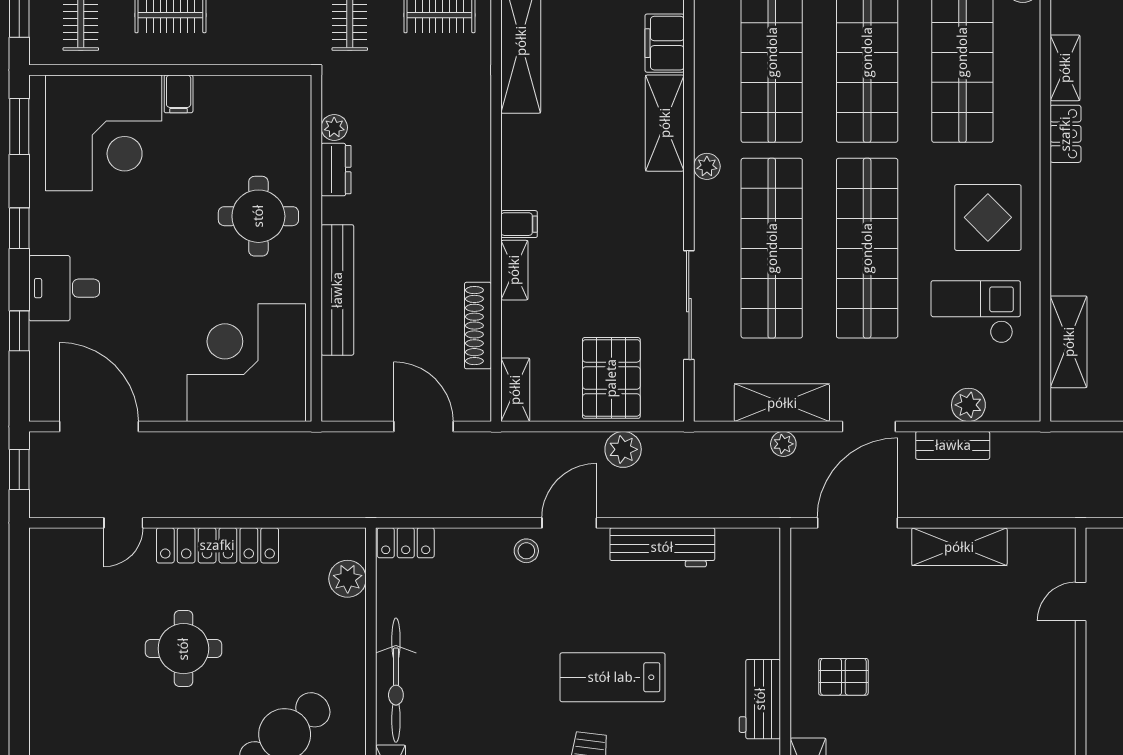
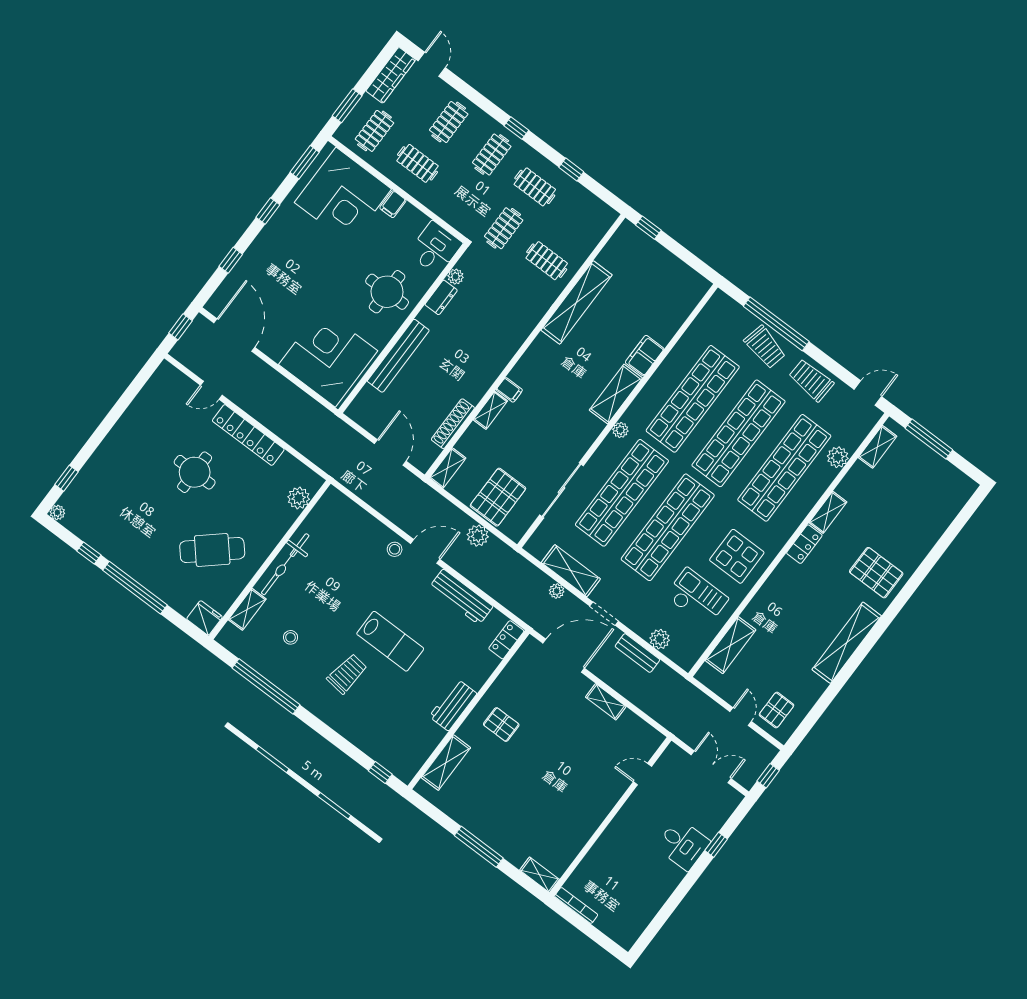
desk: (64, 288) -> (435, 248), moved, turned 90
locker: (406, 543) -> (506, 640), moved, turned 90
shelving: (959, 547) -> (606, 702), width x0.67, depth x0.75
lab bench: (612, 677) -> (390, 641), turned 180

